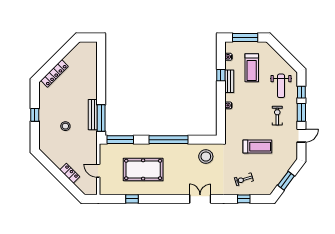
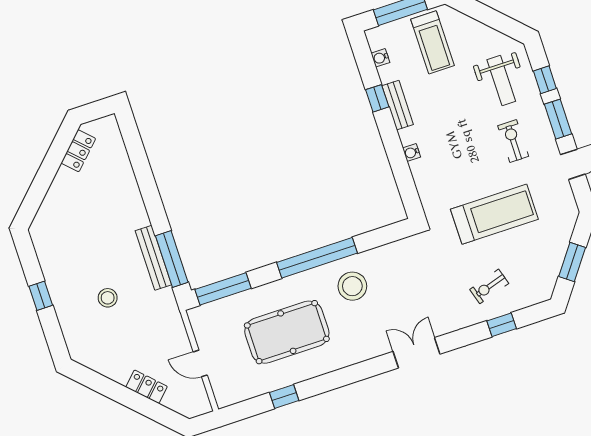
treadmill: (252, 68) -> (433, 42), moved
locker: (55, 73) -> (78, 151), moved, width x0.66
treadmill: (257, 147) -> (494, 214), width x1.37, depth x1.38
stool: (206, 157) -> (352, 286), moved

